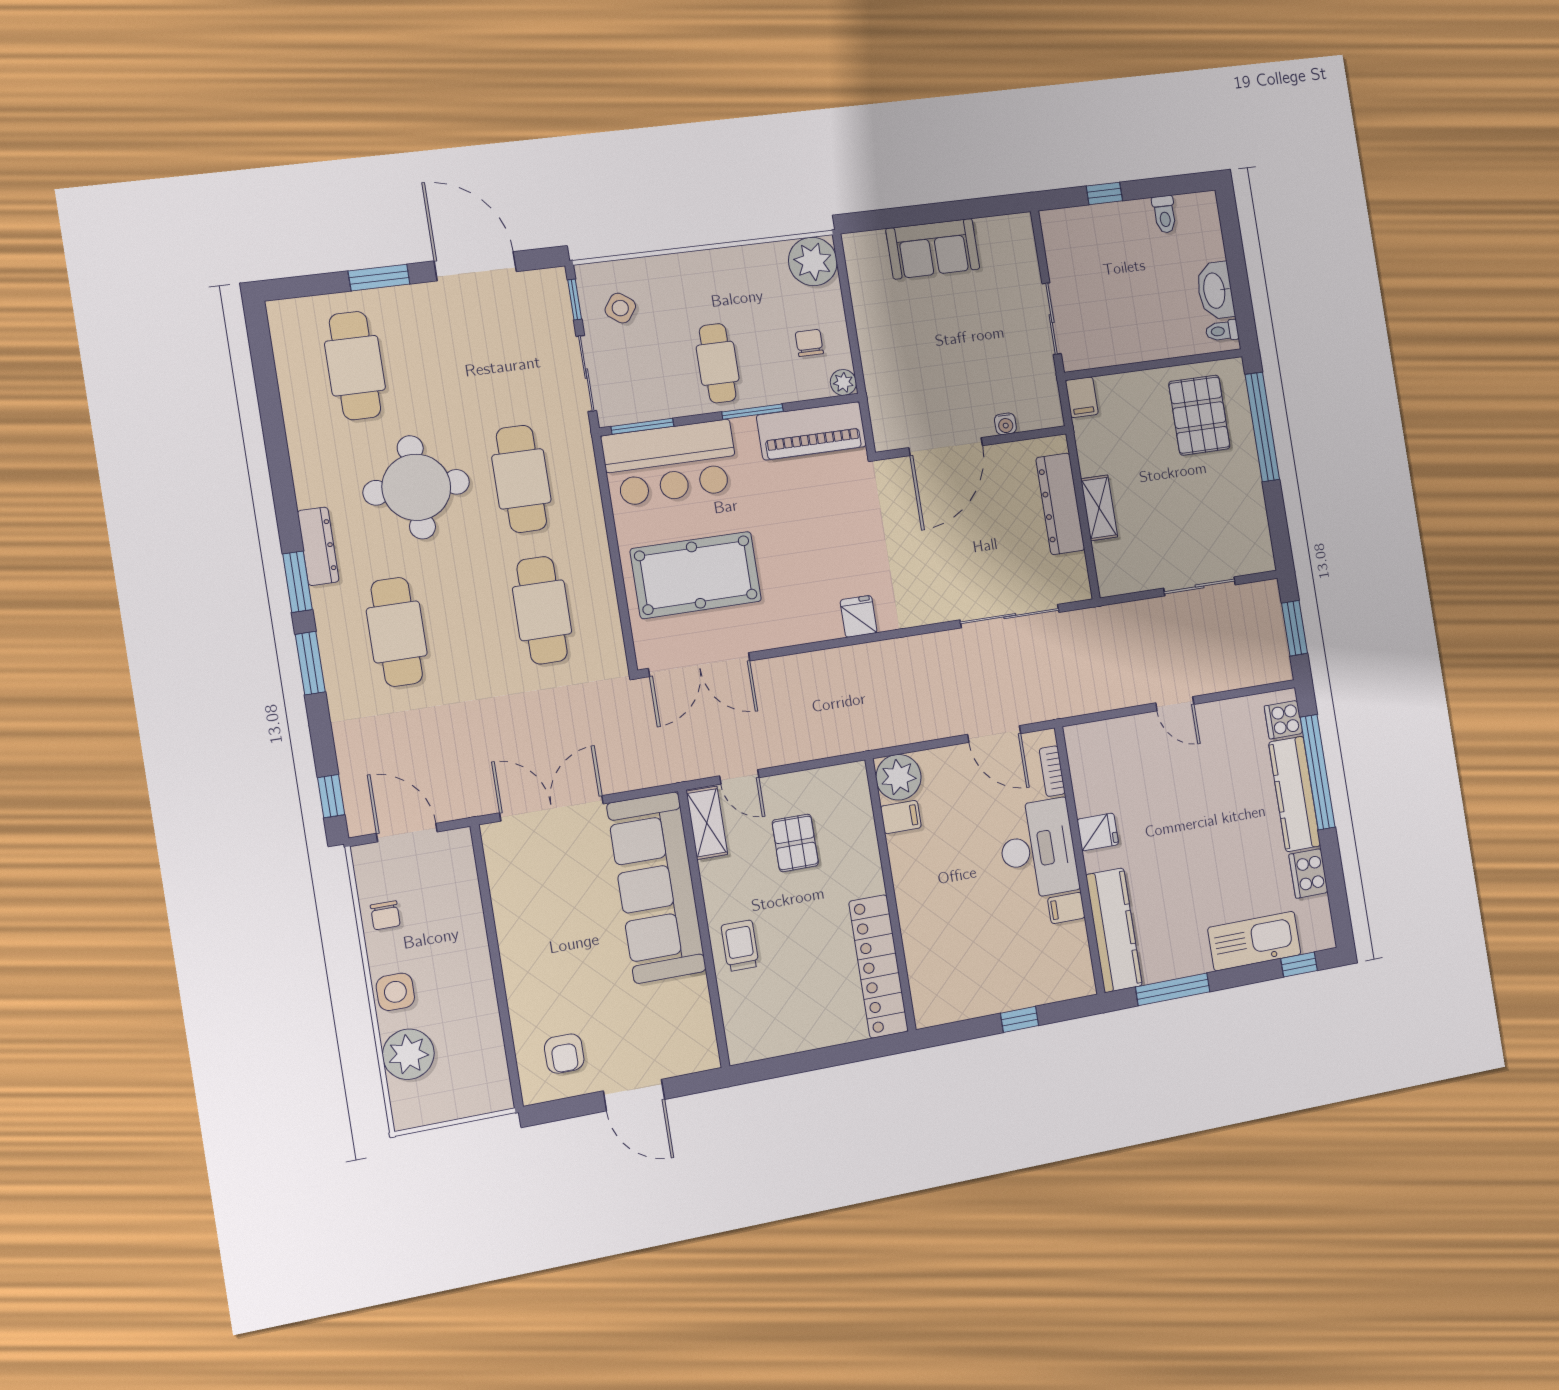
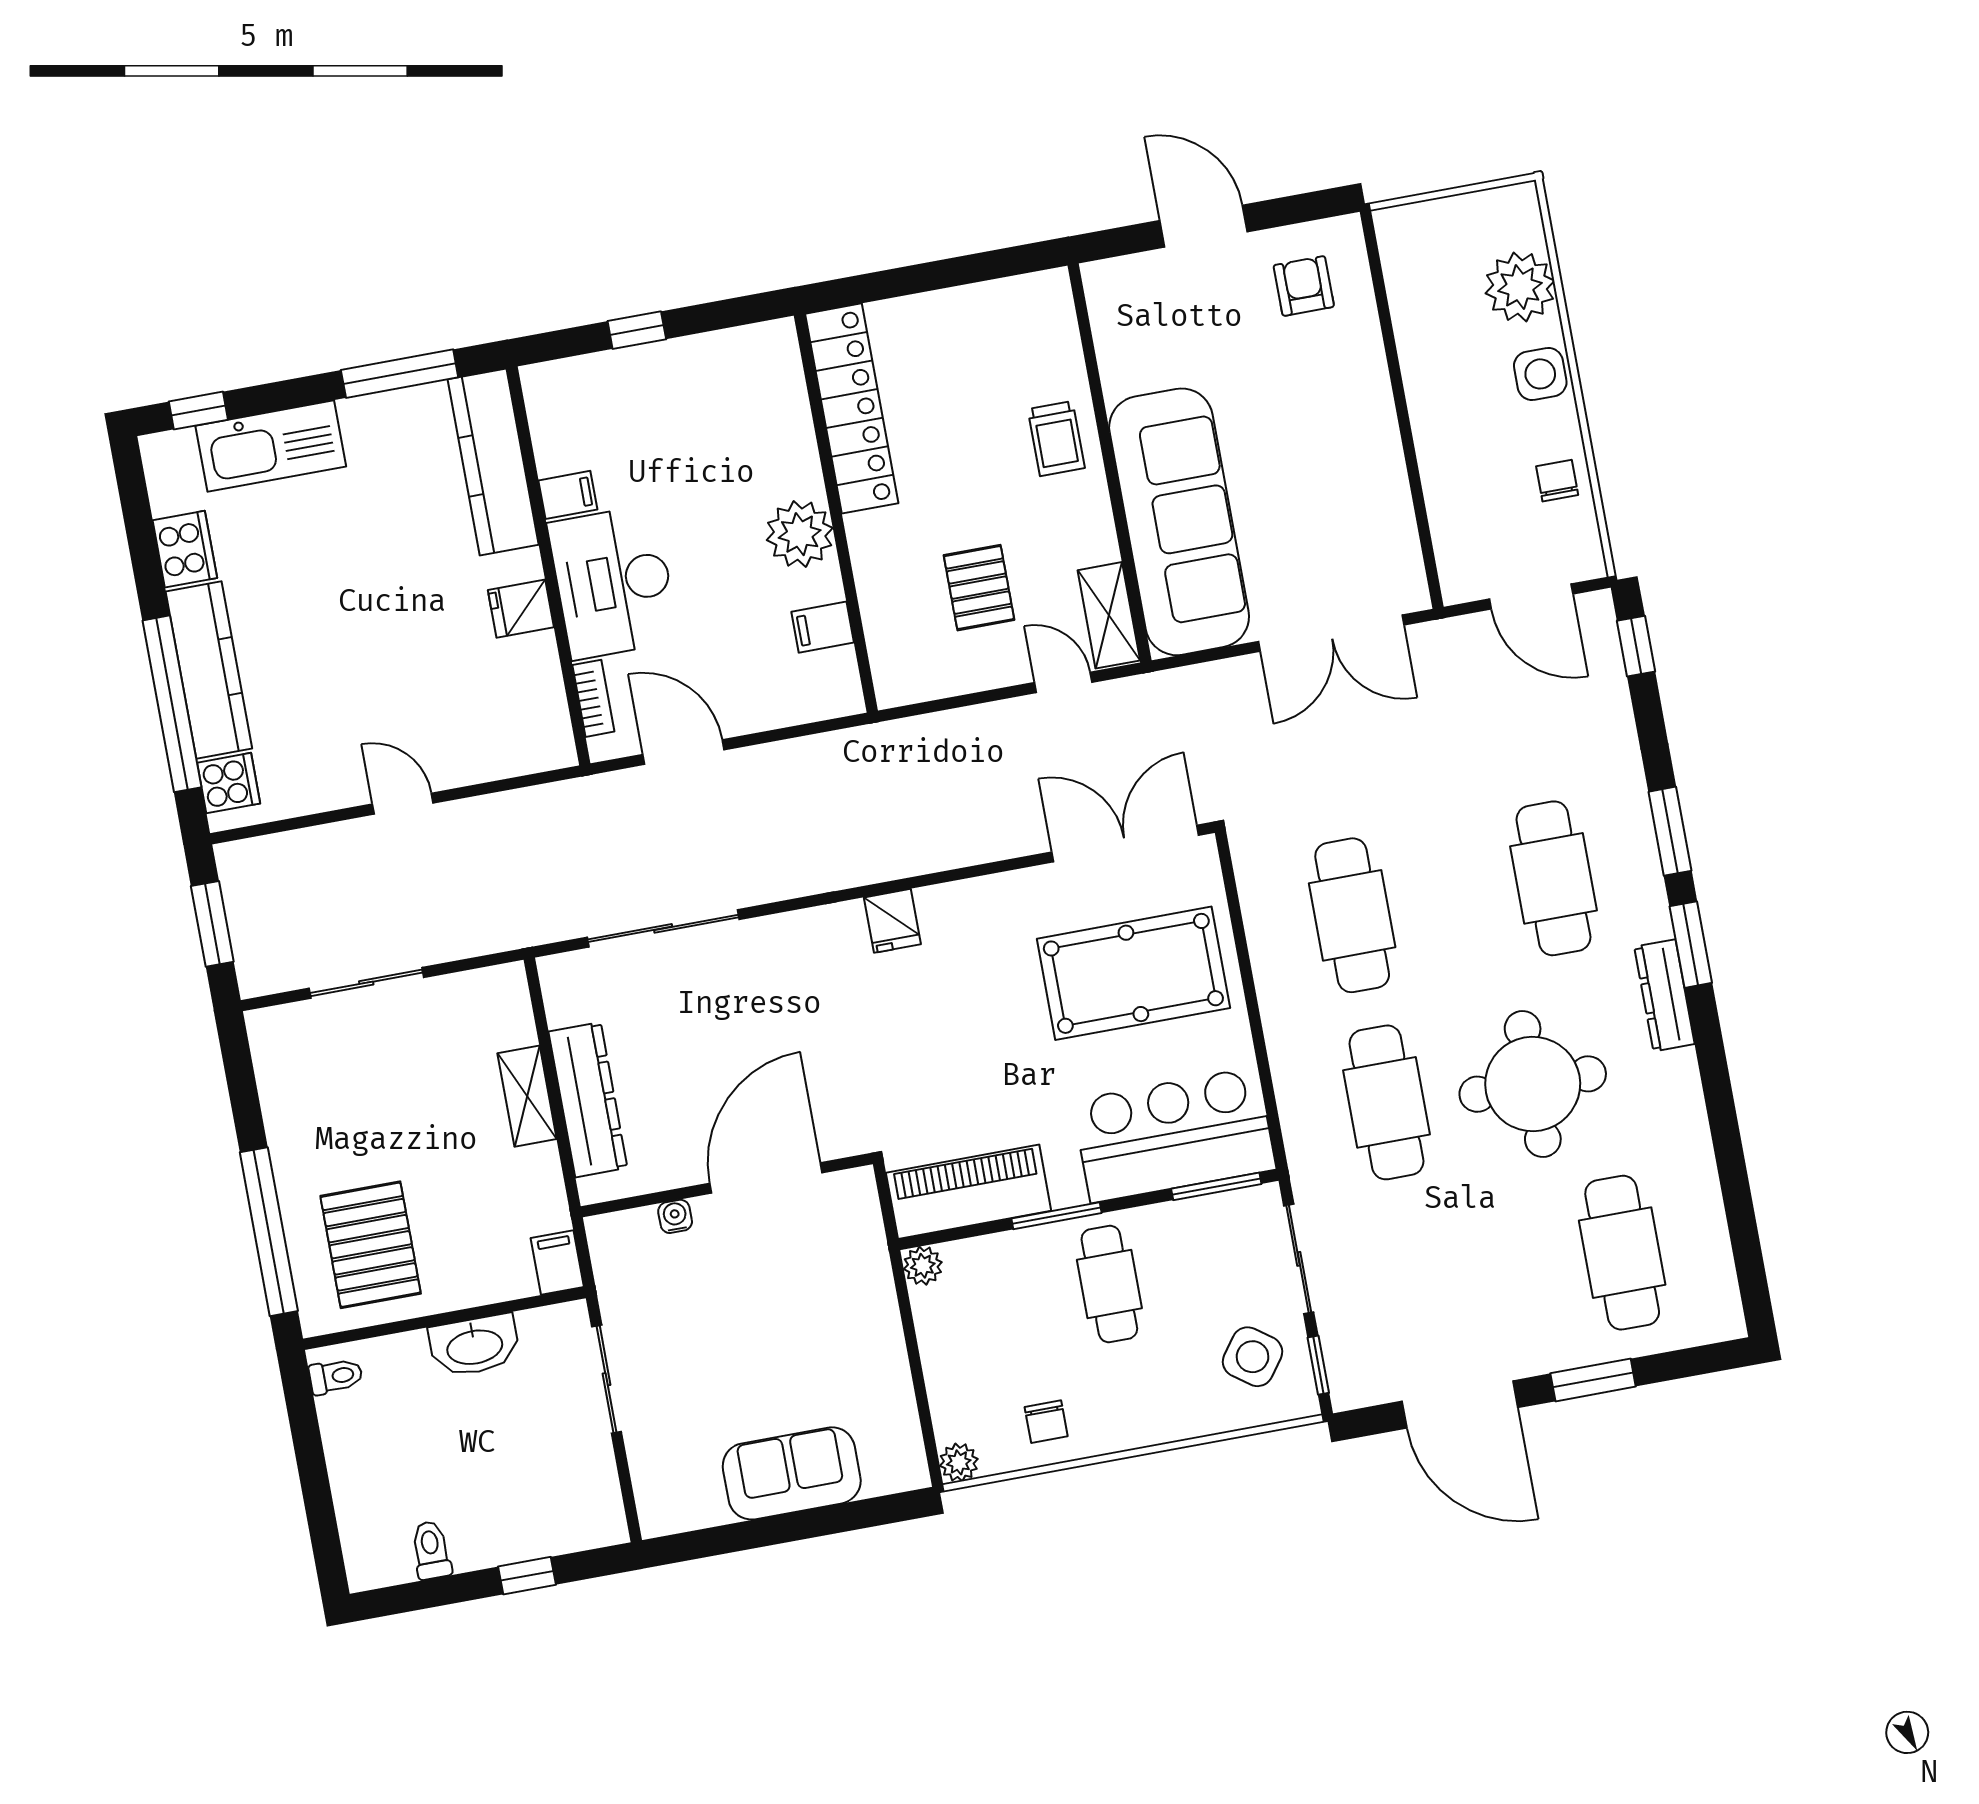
plant: (813, 261) -> (959, 1462), width x0.53, depth x0.53
washbasin: (1215, 291) -> (474, 1346), moved, turned 90
side table: (620, 308) -> (1253, 1357), width x1.37, depth x1.37
chair: (809, 343) -> (1046, 1422), moved
plant: (898, 777) -> (800, 534), moved

